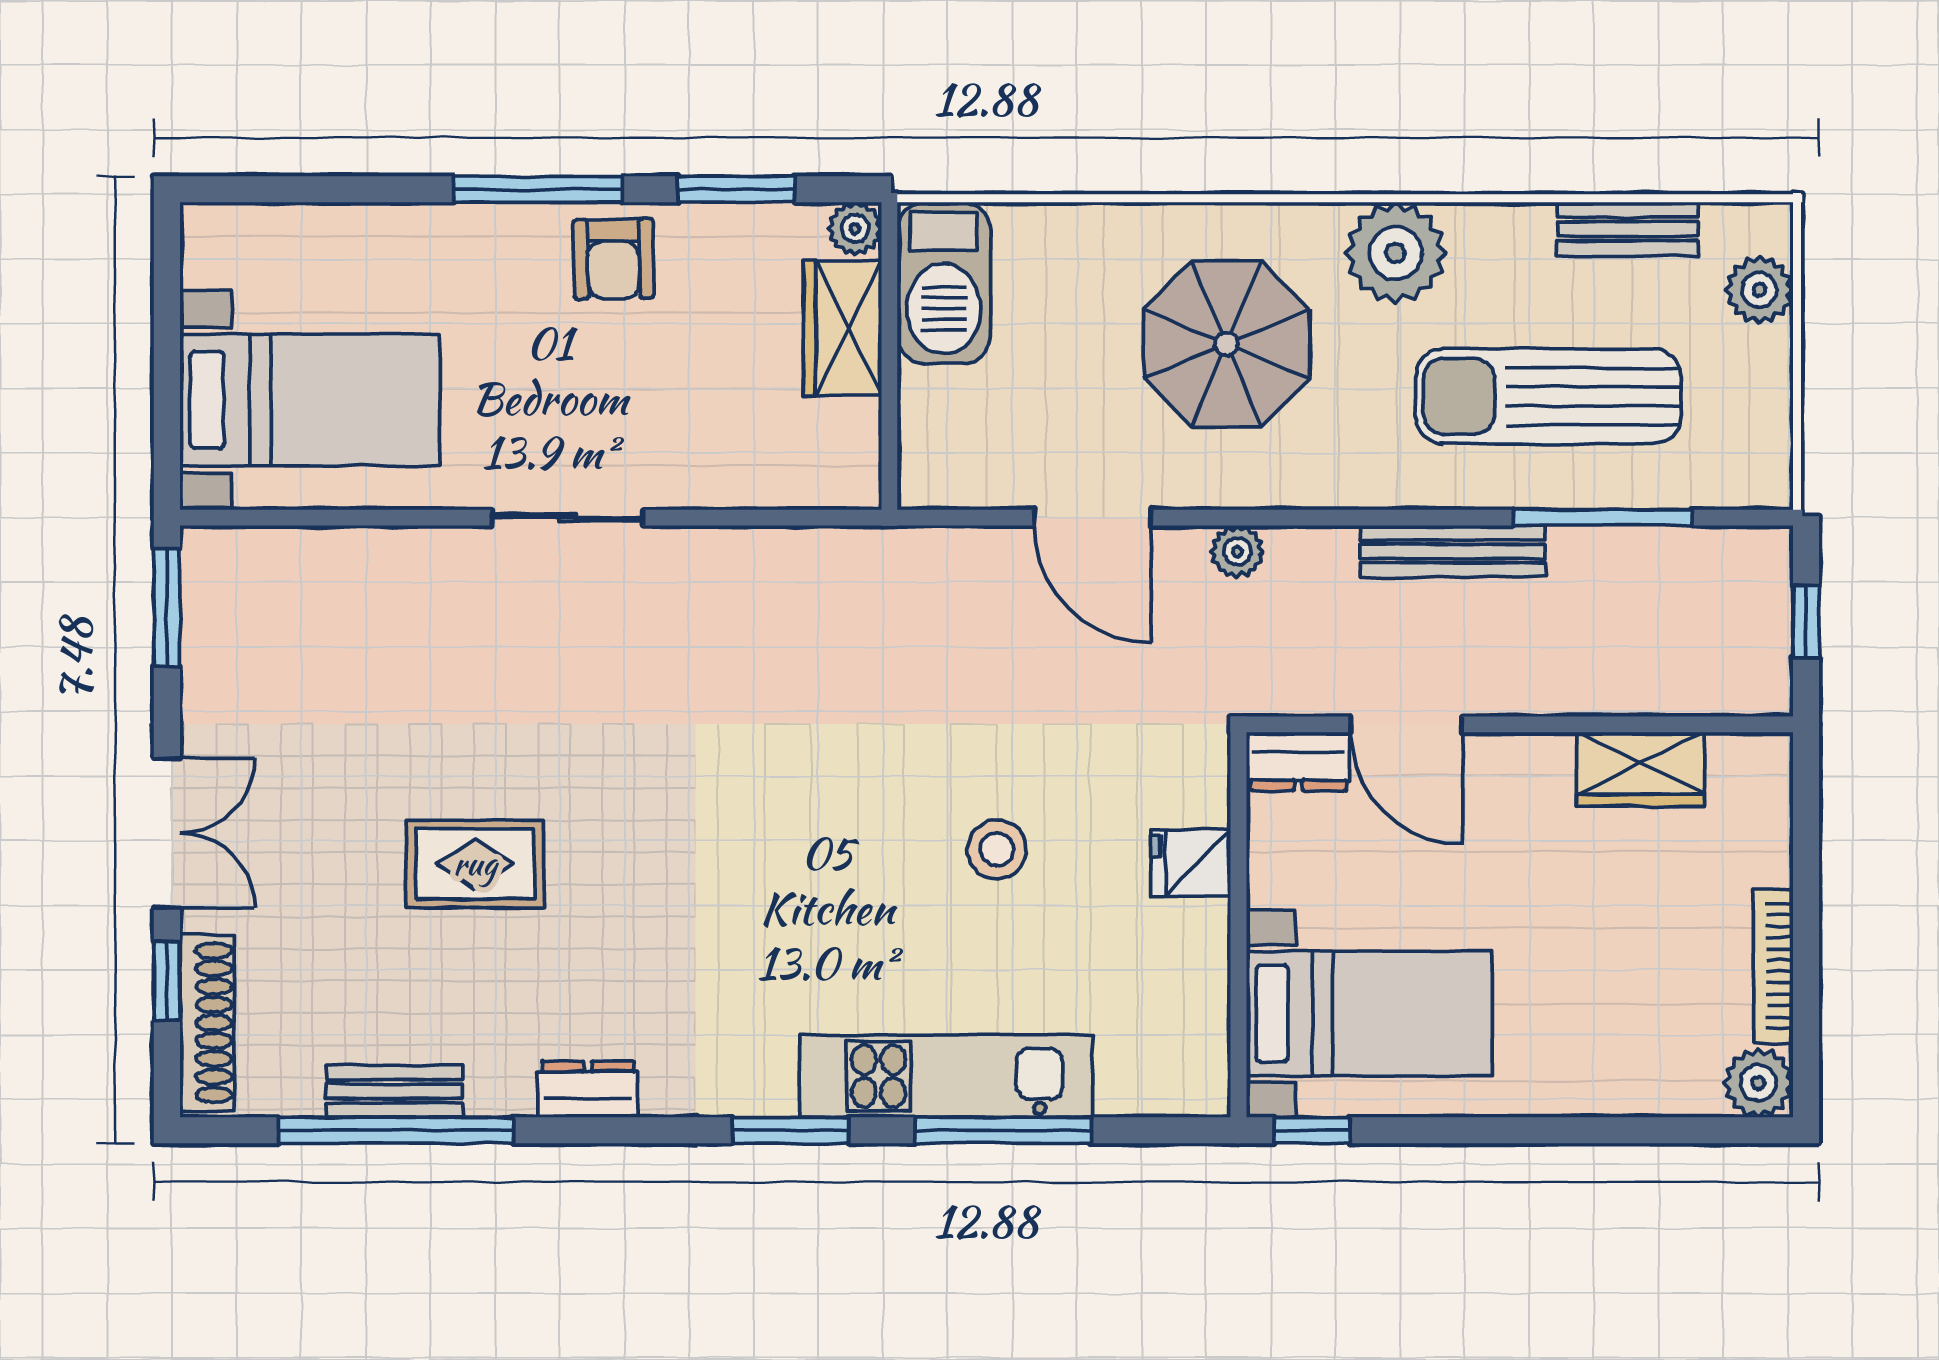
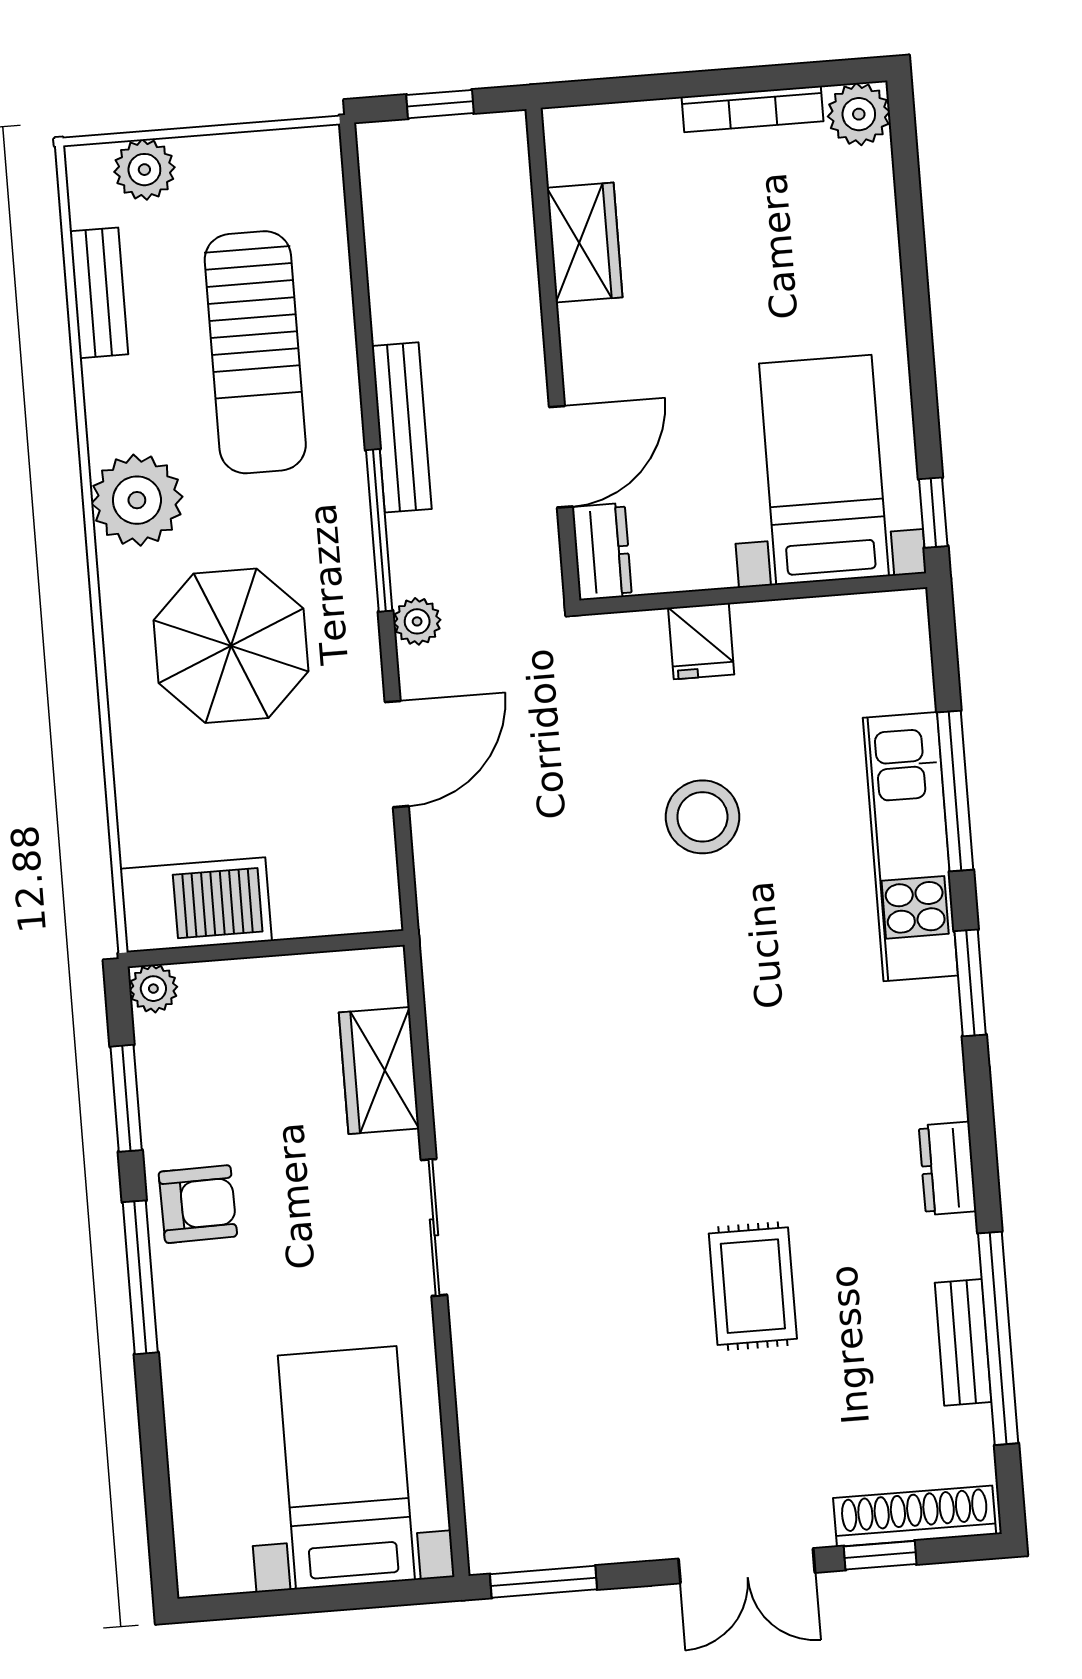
wardrobe: (842, 328) -> (379, 1071), moved, turned 90
window: (1602, 518) -> (379, 530), moved
double door: (167, 833) -> (747, 1566), swing flipped
stool: (997, 849) -> (702, 817), width x1.38, depth x1.38

